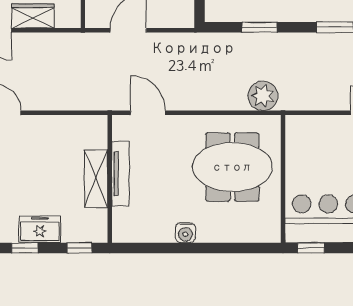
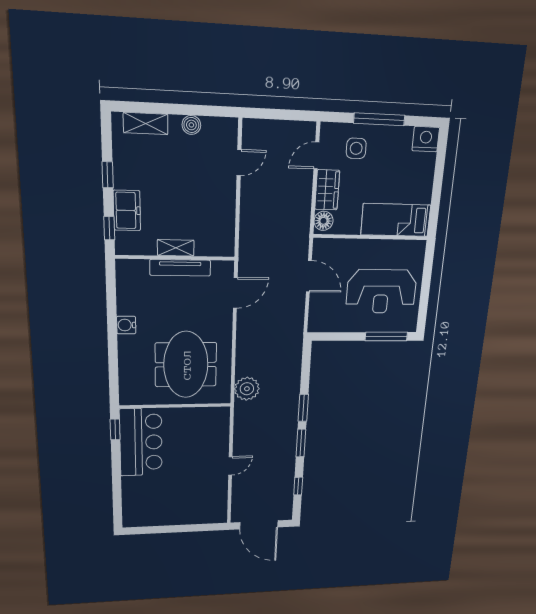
floor lamp: (66, 18) -> (323, 221), added
window: (260, 27) -> (303, 408), moved
shelving: (96, 179) -> (176, 248), width x0.67, depth x0.75
freezer: (40, 229) -> (127, 210), moved

